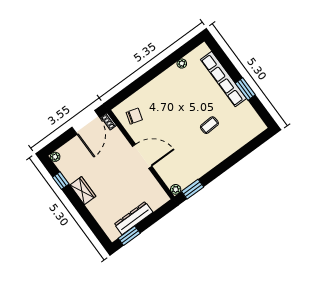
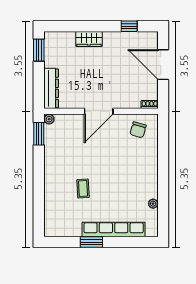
door: (86, 122) -> (163, 65), moved
plant: (55, 157) -> (153, 36), removed
wardrobe: (83, 191) -> (89, 39), moved
dresser: (134, 218) -> (51, 88), moved

